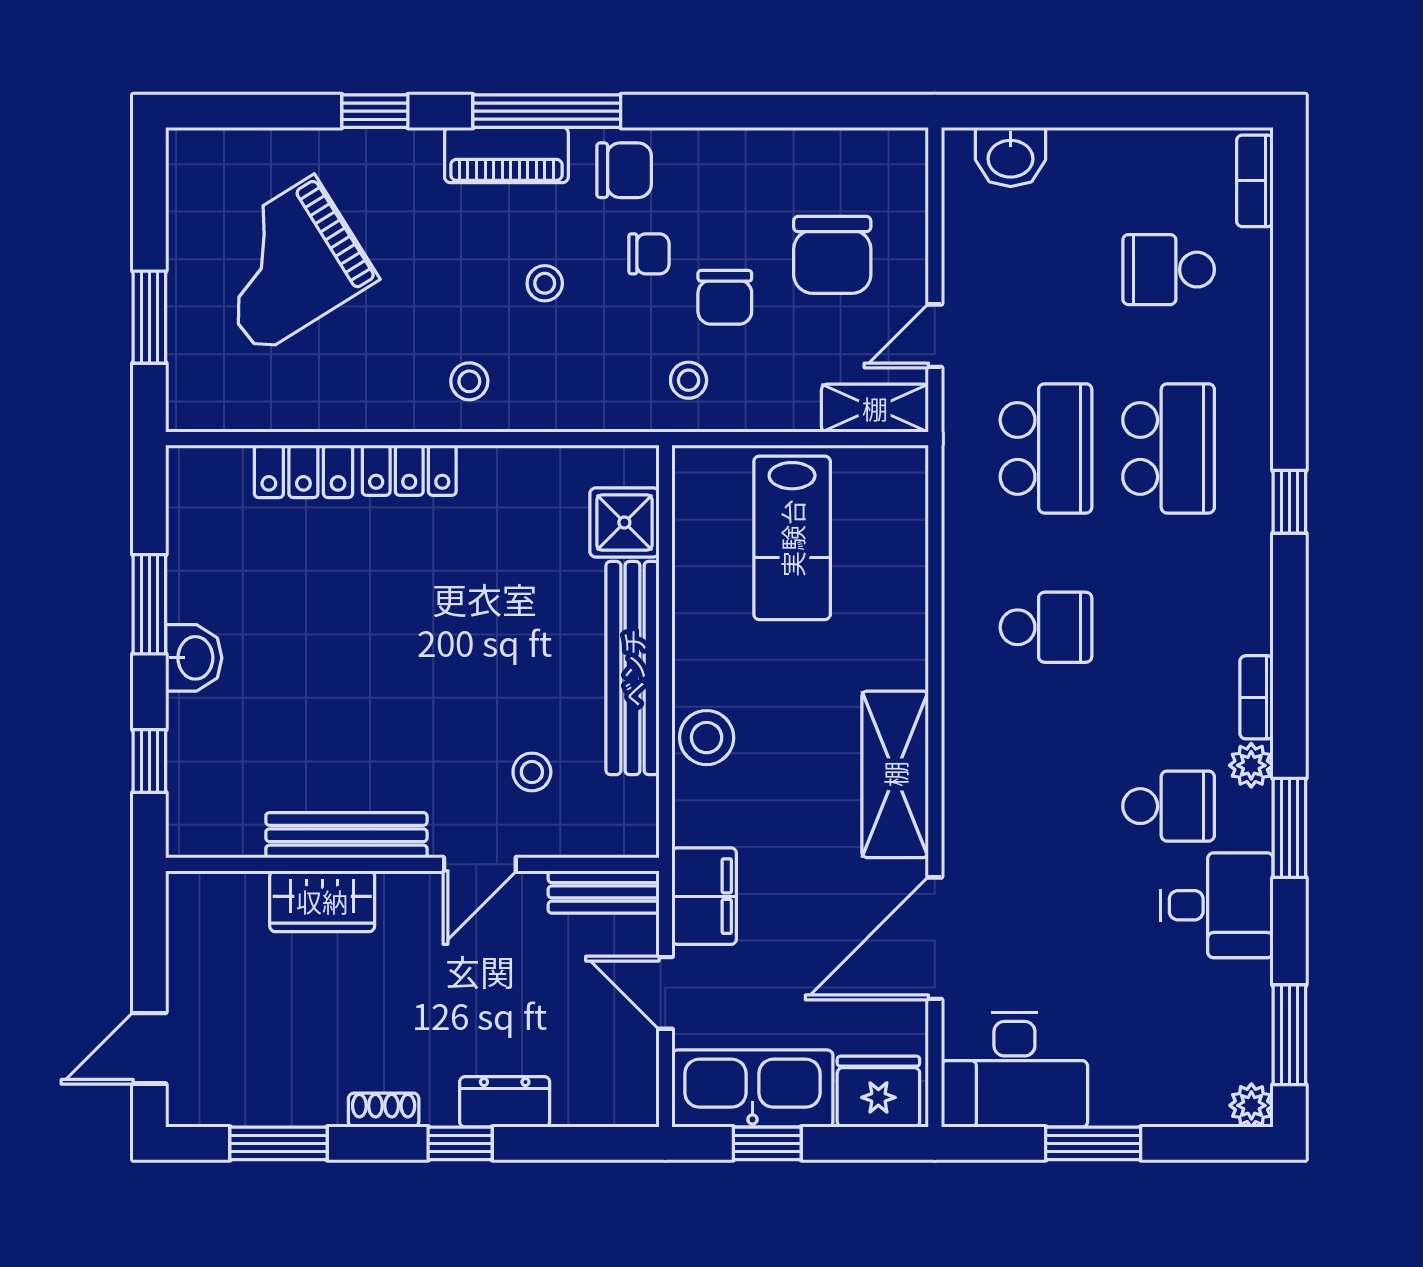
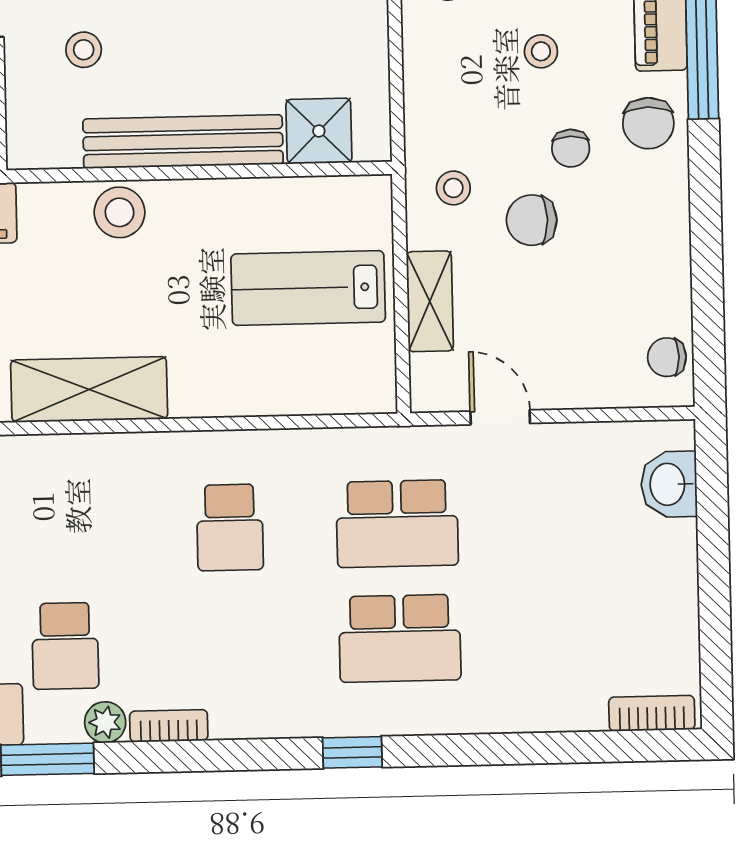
chair: (832, 255) -> (667, 357), moved, width x0.54, depth x0.54
school desk: (1169, 270) -> (567, 634), removed
shelving: (875, 408) -> (430, 301), moved

